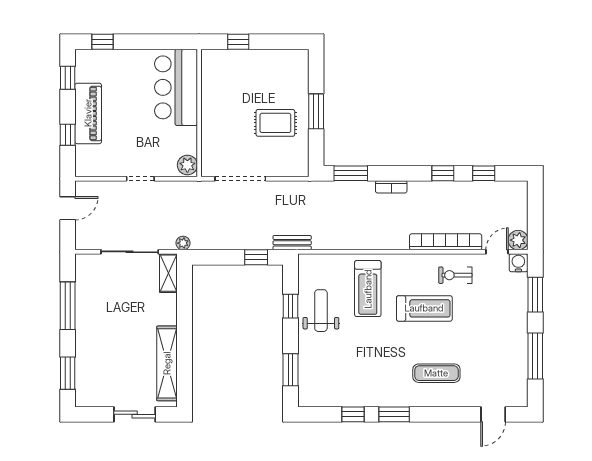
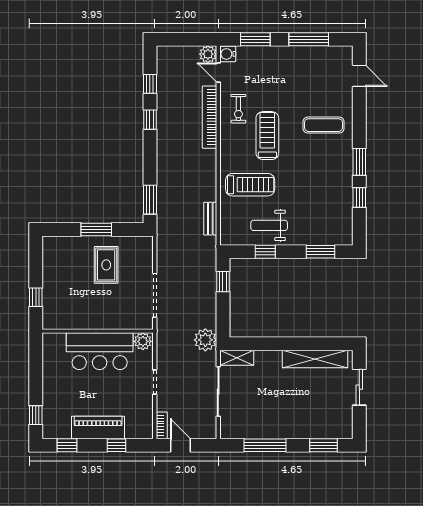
bar counter: (176, 87) -> (100, 351), moved
bookcase: (391, 187) -> (162, 425), moved
plant: (183, 243) -> (205, 340), width x1.88, depth x1.88
bench: (292, 243) -> (210, 219), moved
exercise mat: (436, 373) -> (323, 125), turned 90

